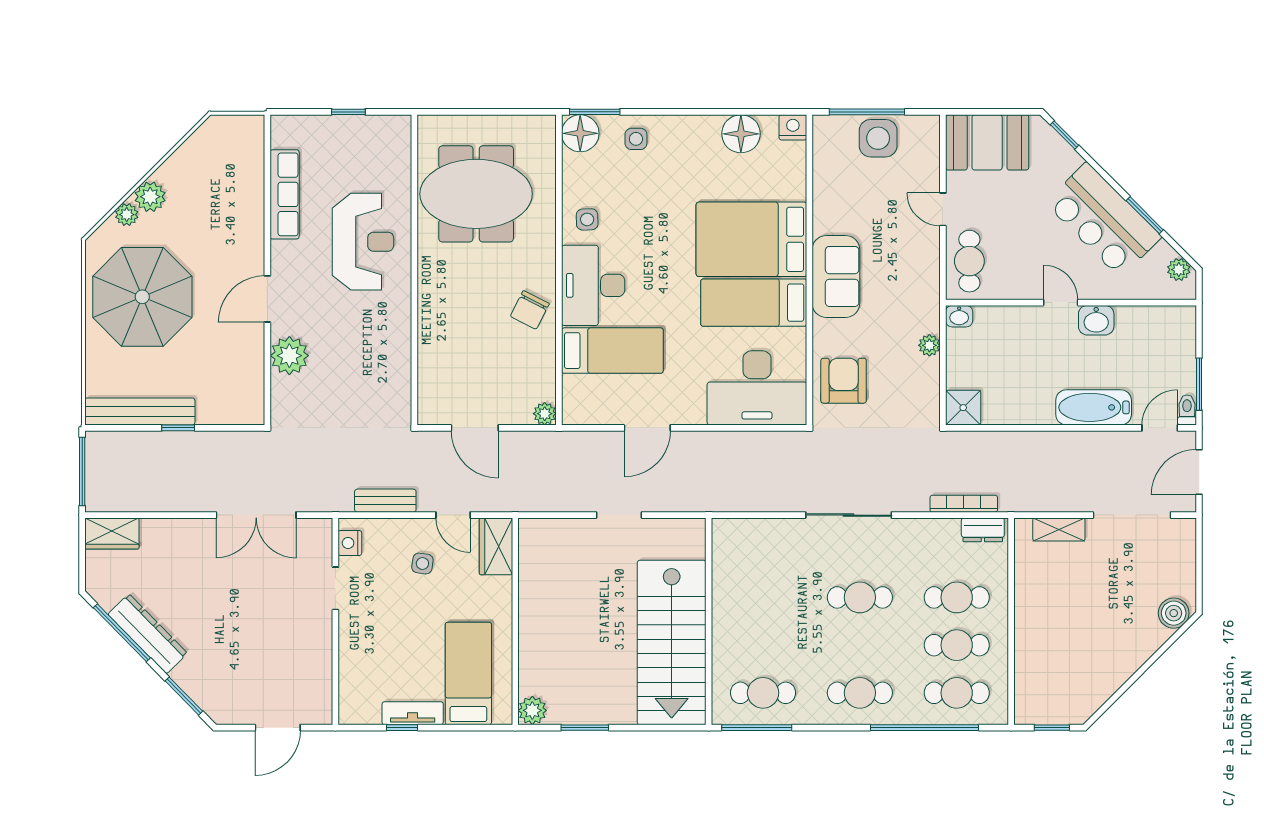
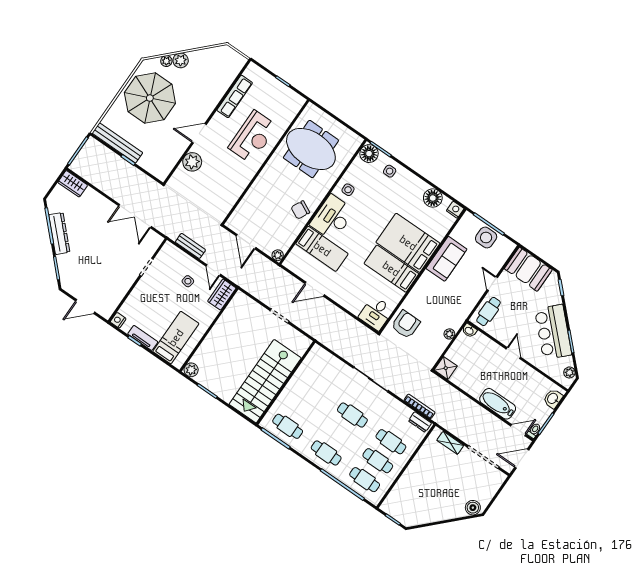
sofa: (836, 276) -> (447, 259), moved
washbasin: (1096, 320) -> (553, 399), moved, turned 90
desk: (757, 388) -> (376, 313), width x0.53, depth x0.77
nightstand: (350, 543) -> (118, 320), moved

